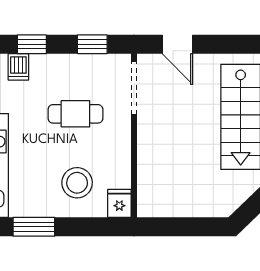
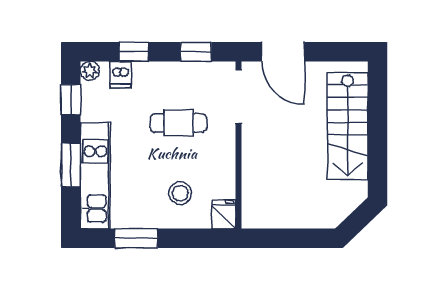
door: (177, 44) -> (283, 52), width x1.38
stool: (77, 183) -> (180, 193), width x0.73, depth x0.73

